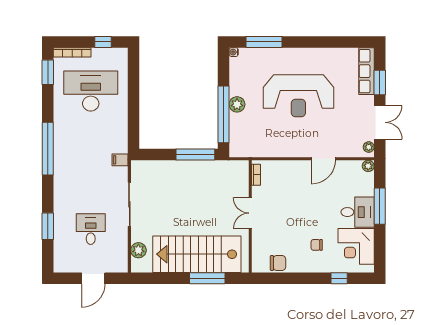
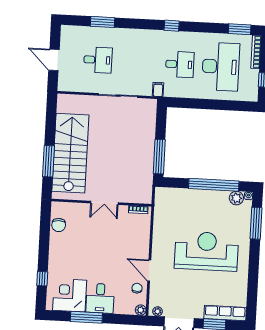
reception desk: (298, 96) -> (206, 251), turned 90
plant: (237, 104) -> (236, 198), moved
window: (224, 114) -> (214, 185), moved
desk: (91, 137) -> (180, 64), added
window: (48, 149) -> (172, 26), width x0.32
window: (380, 206) -> (86, 317), moved
double door: (250, 213) -> (104, 203), swing flipped
chair: (317, 245) -> (137, 288), moved
plant: (138, 250) -> (77, 101), removed

